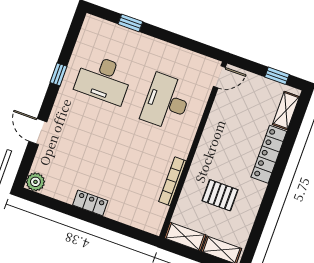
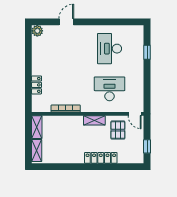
window: (59, 74) -> (103, 22), removed
shelving: (286, 111) -> (94, 120), moved
pallet: (220, 195) -> (118, 130), moved
locker: (90, 203) -> (37, 85), moved

